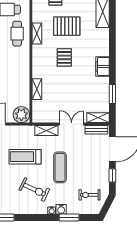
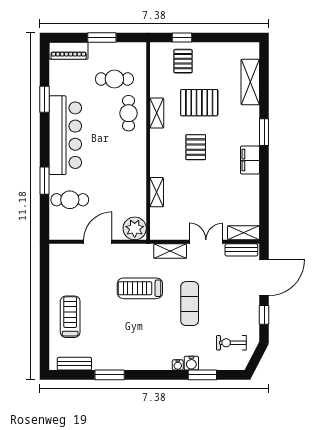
window: (112, 94) -> (264, 132), moved
exercise bike: (34, 190) -> (153, 335), removed

